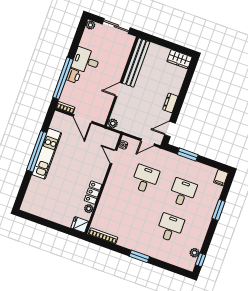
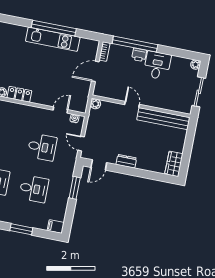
door: (170, 129) -> (99, 165), swing flipped

